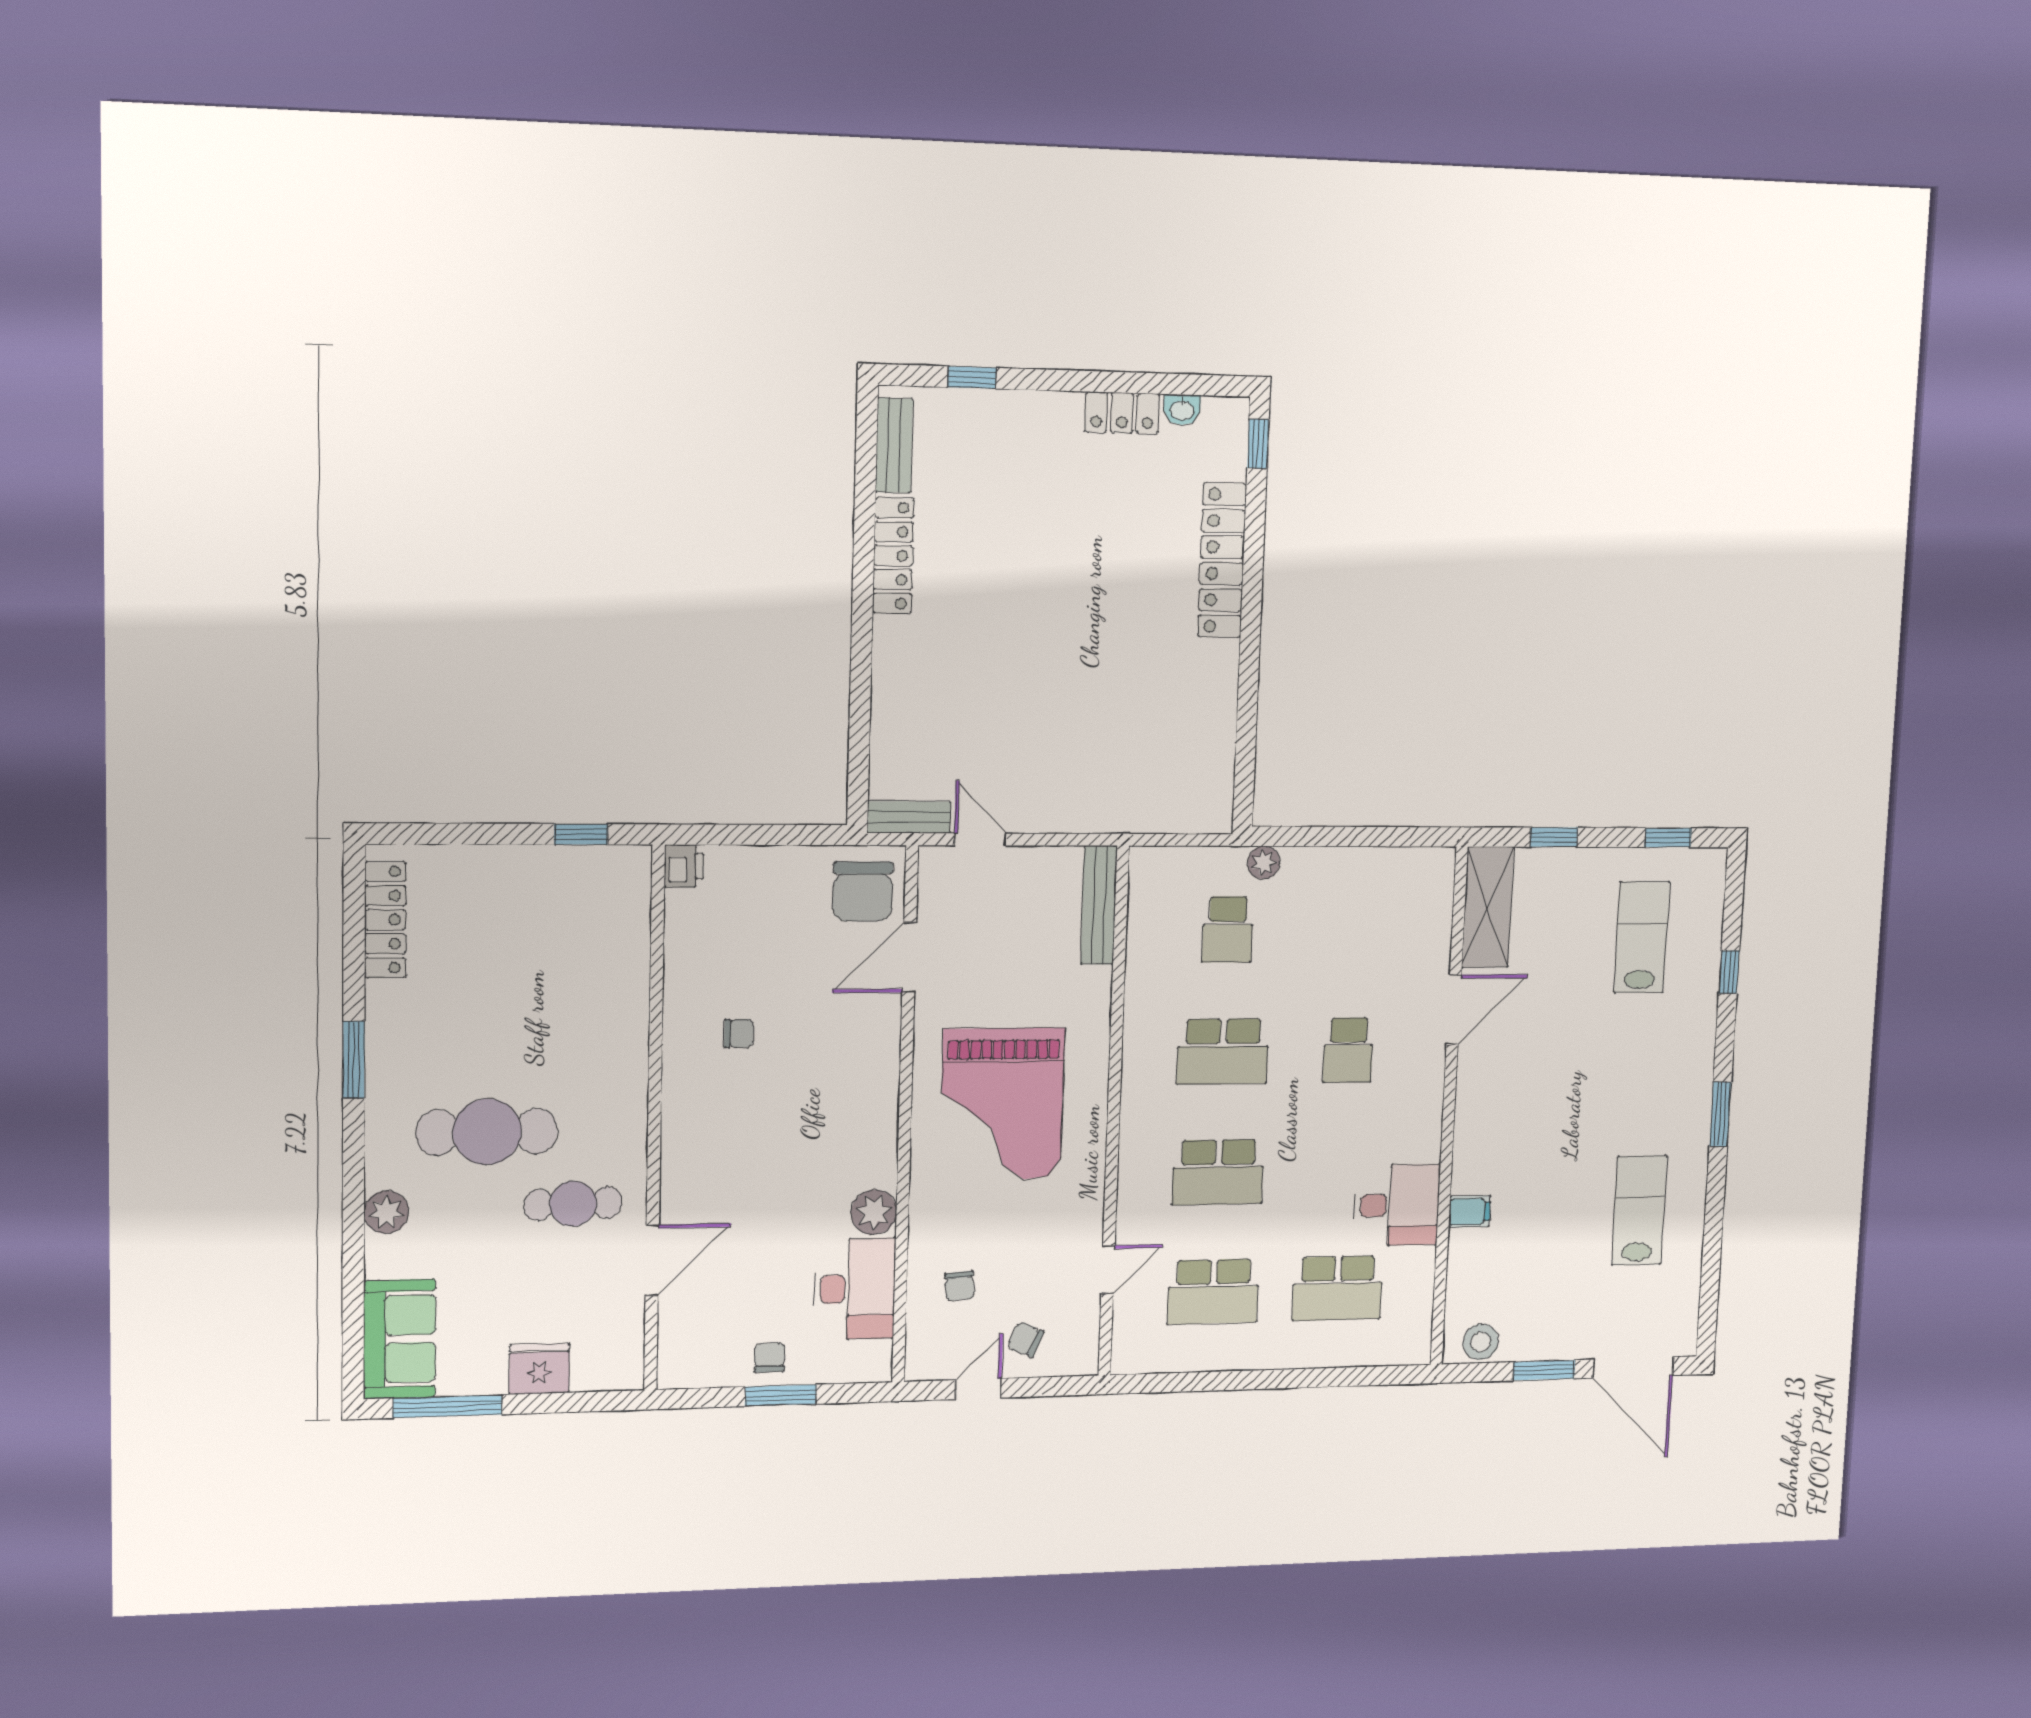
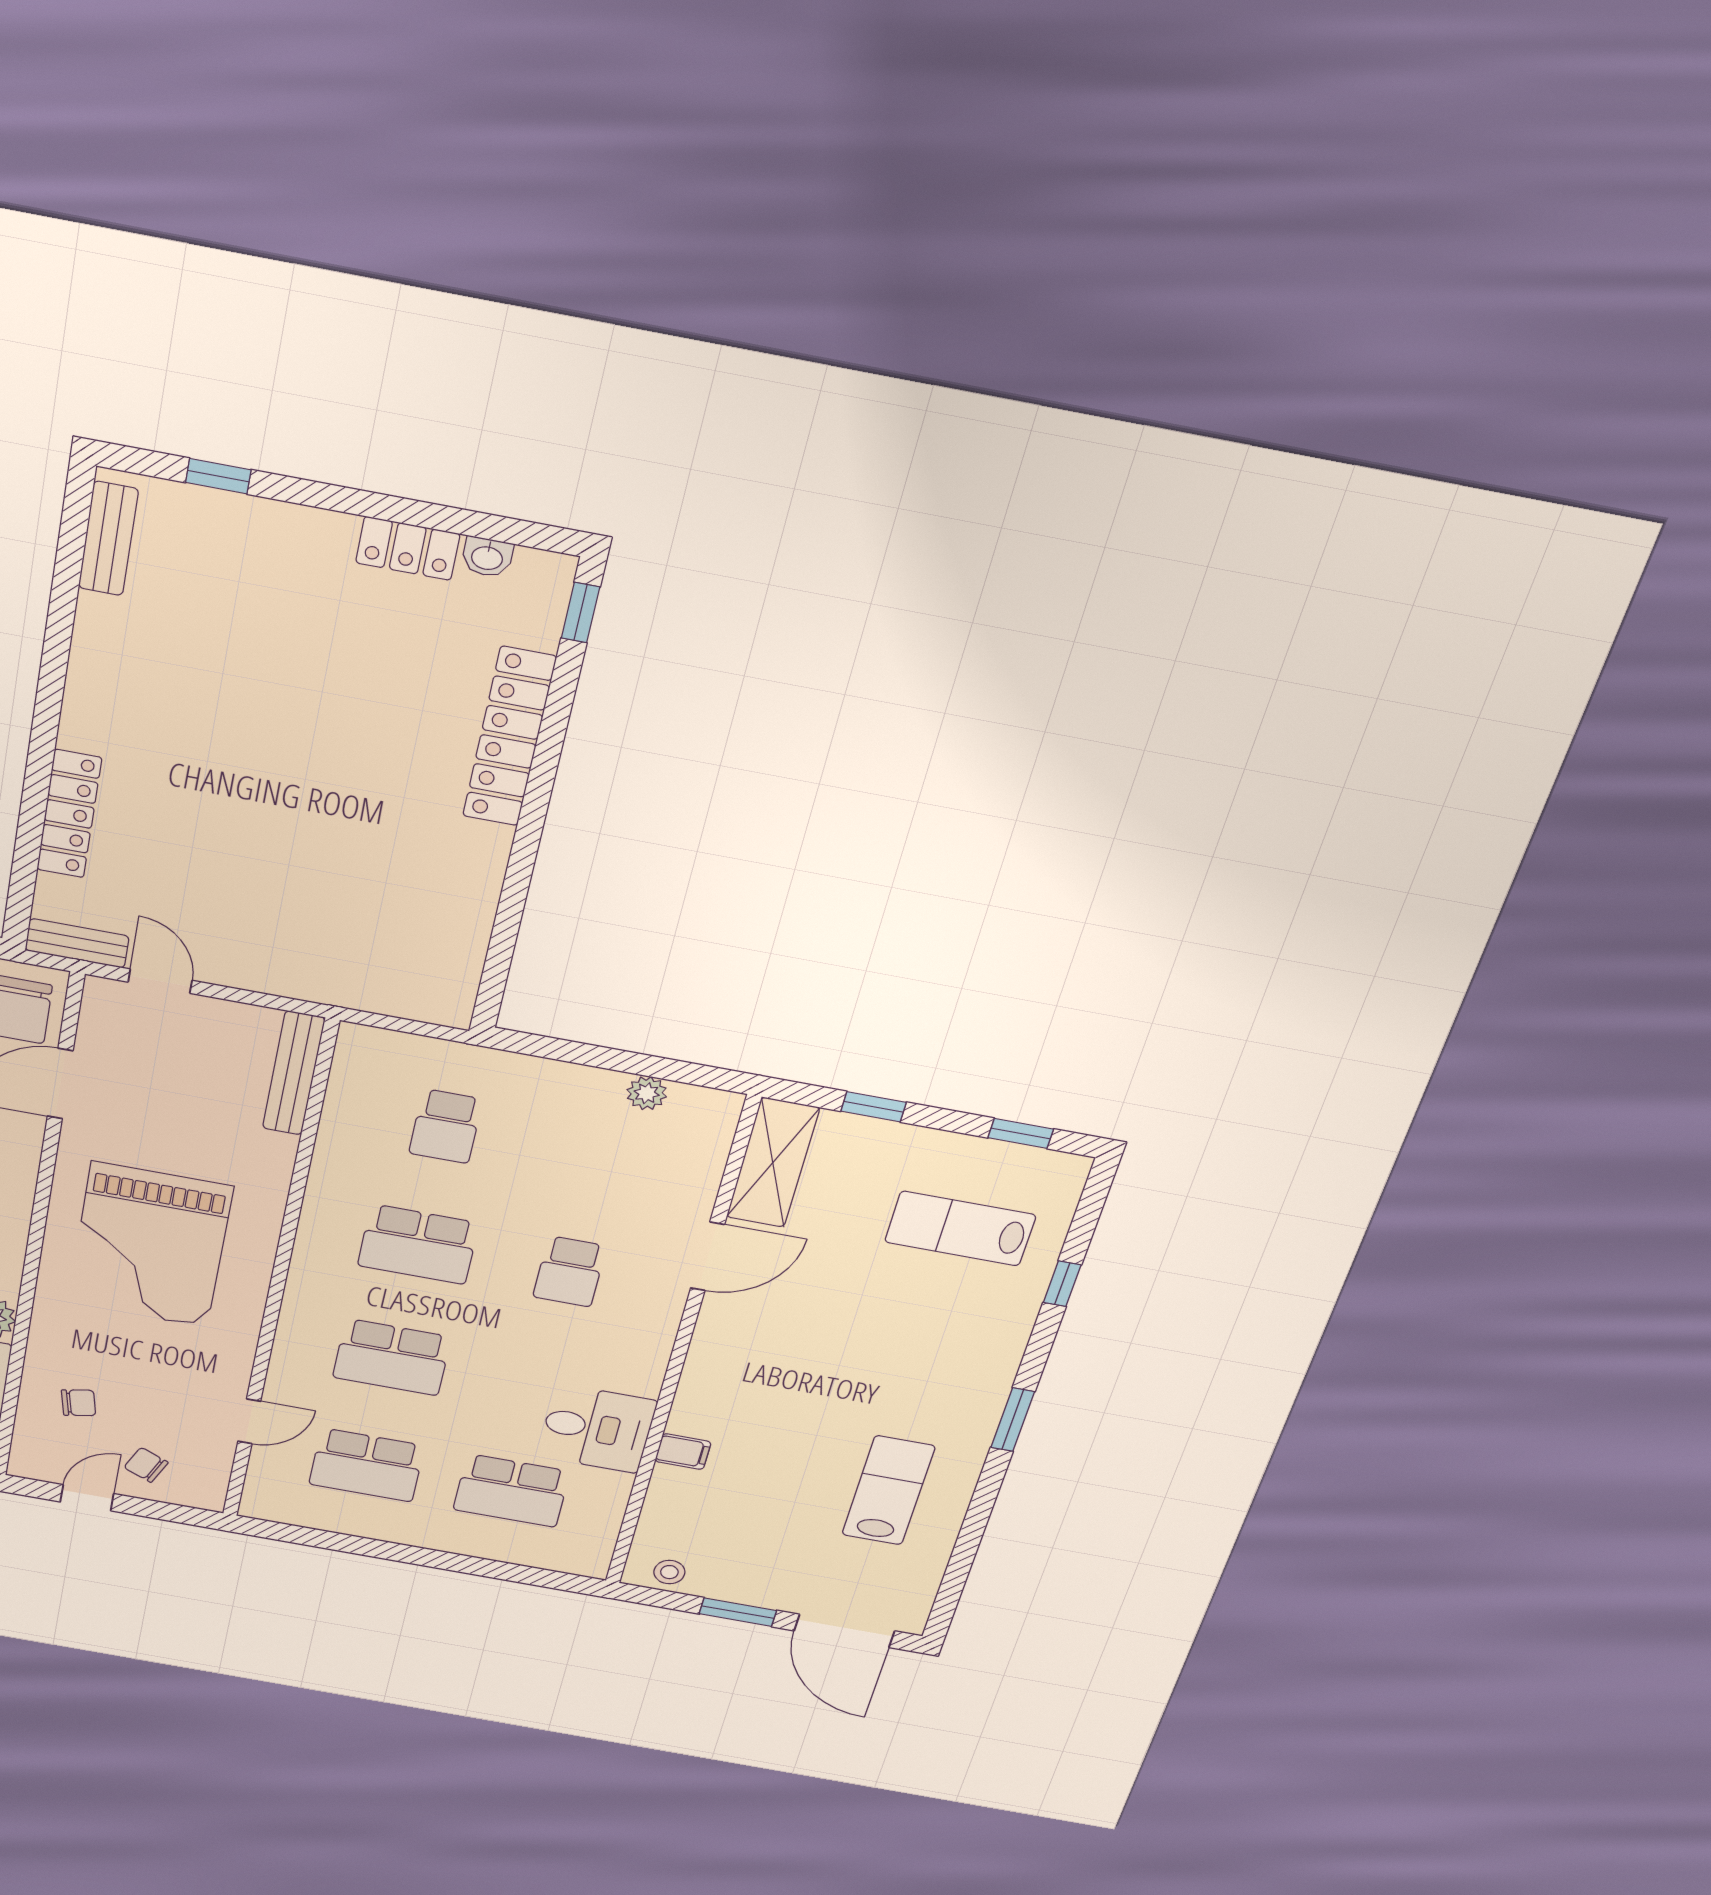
locker: (893, 556) -> (69, 814), moved
plant: (1264, 863) -> (647, 1093), moved
lab bench: (1642, 937) -> (960, 1229), turned -90
chair: (960, 1286) -> (79, 1403), turned -97
stool: (1481, 1342) -> (669, 1572), width x0.73, depth x0.73

